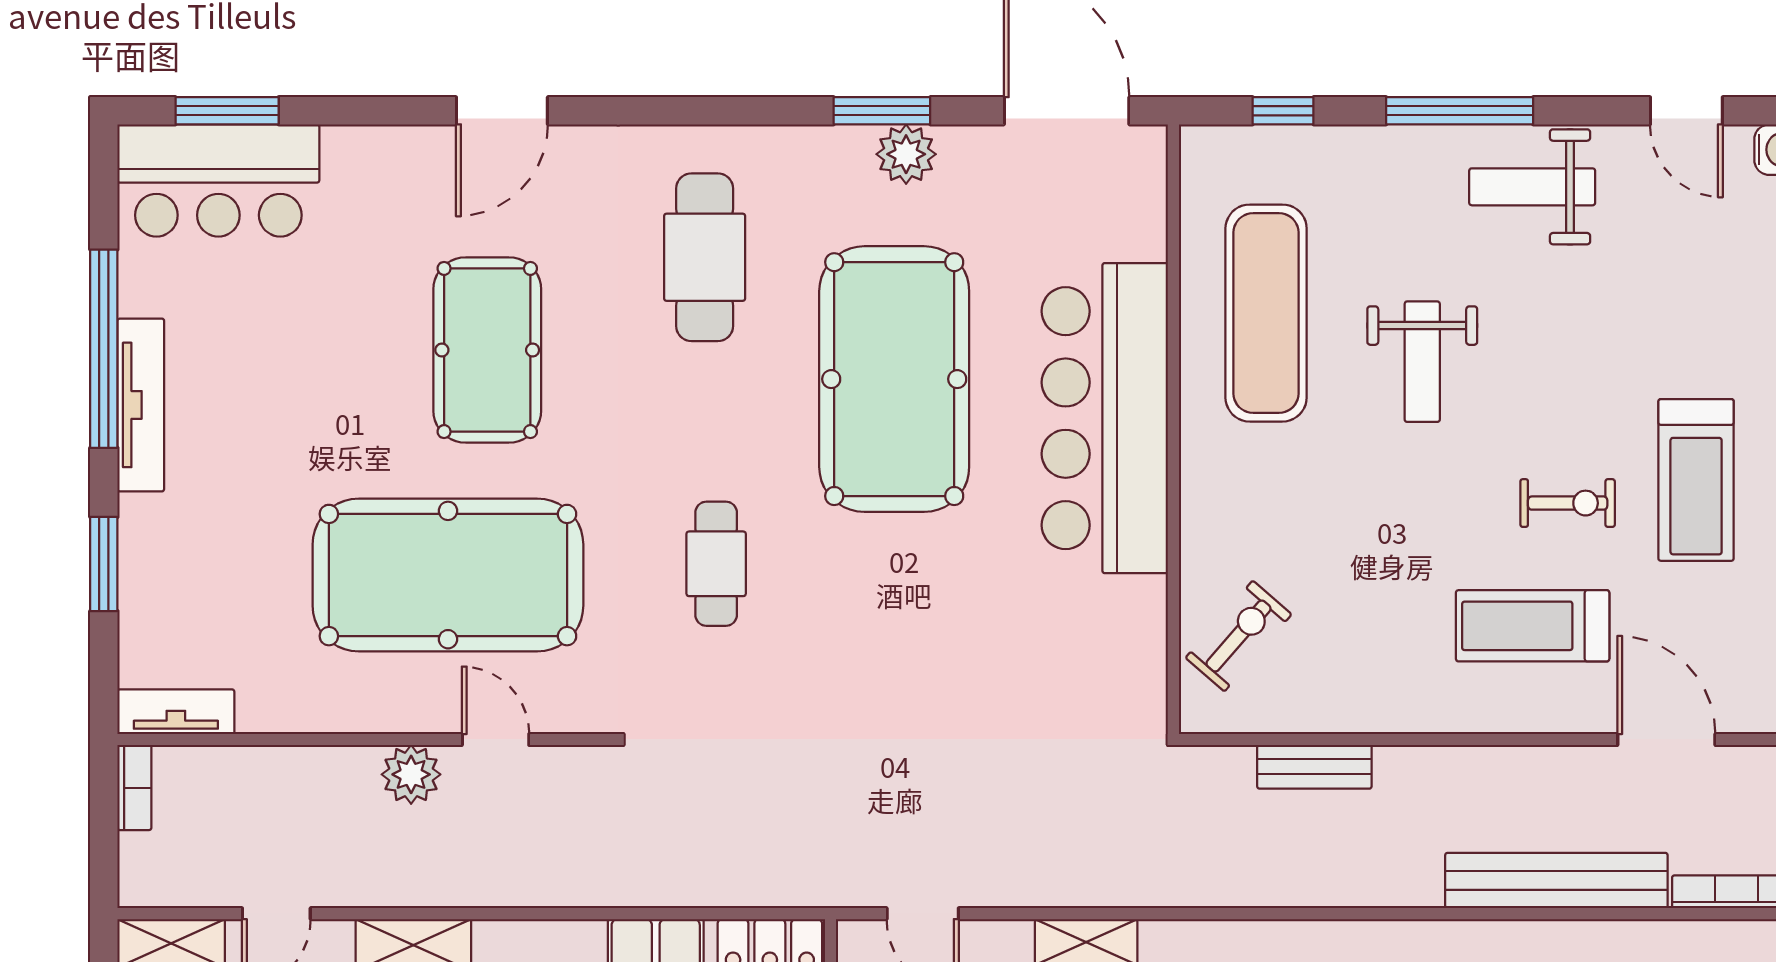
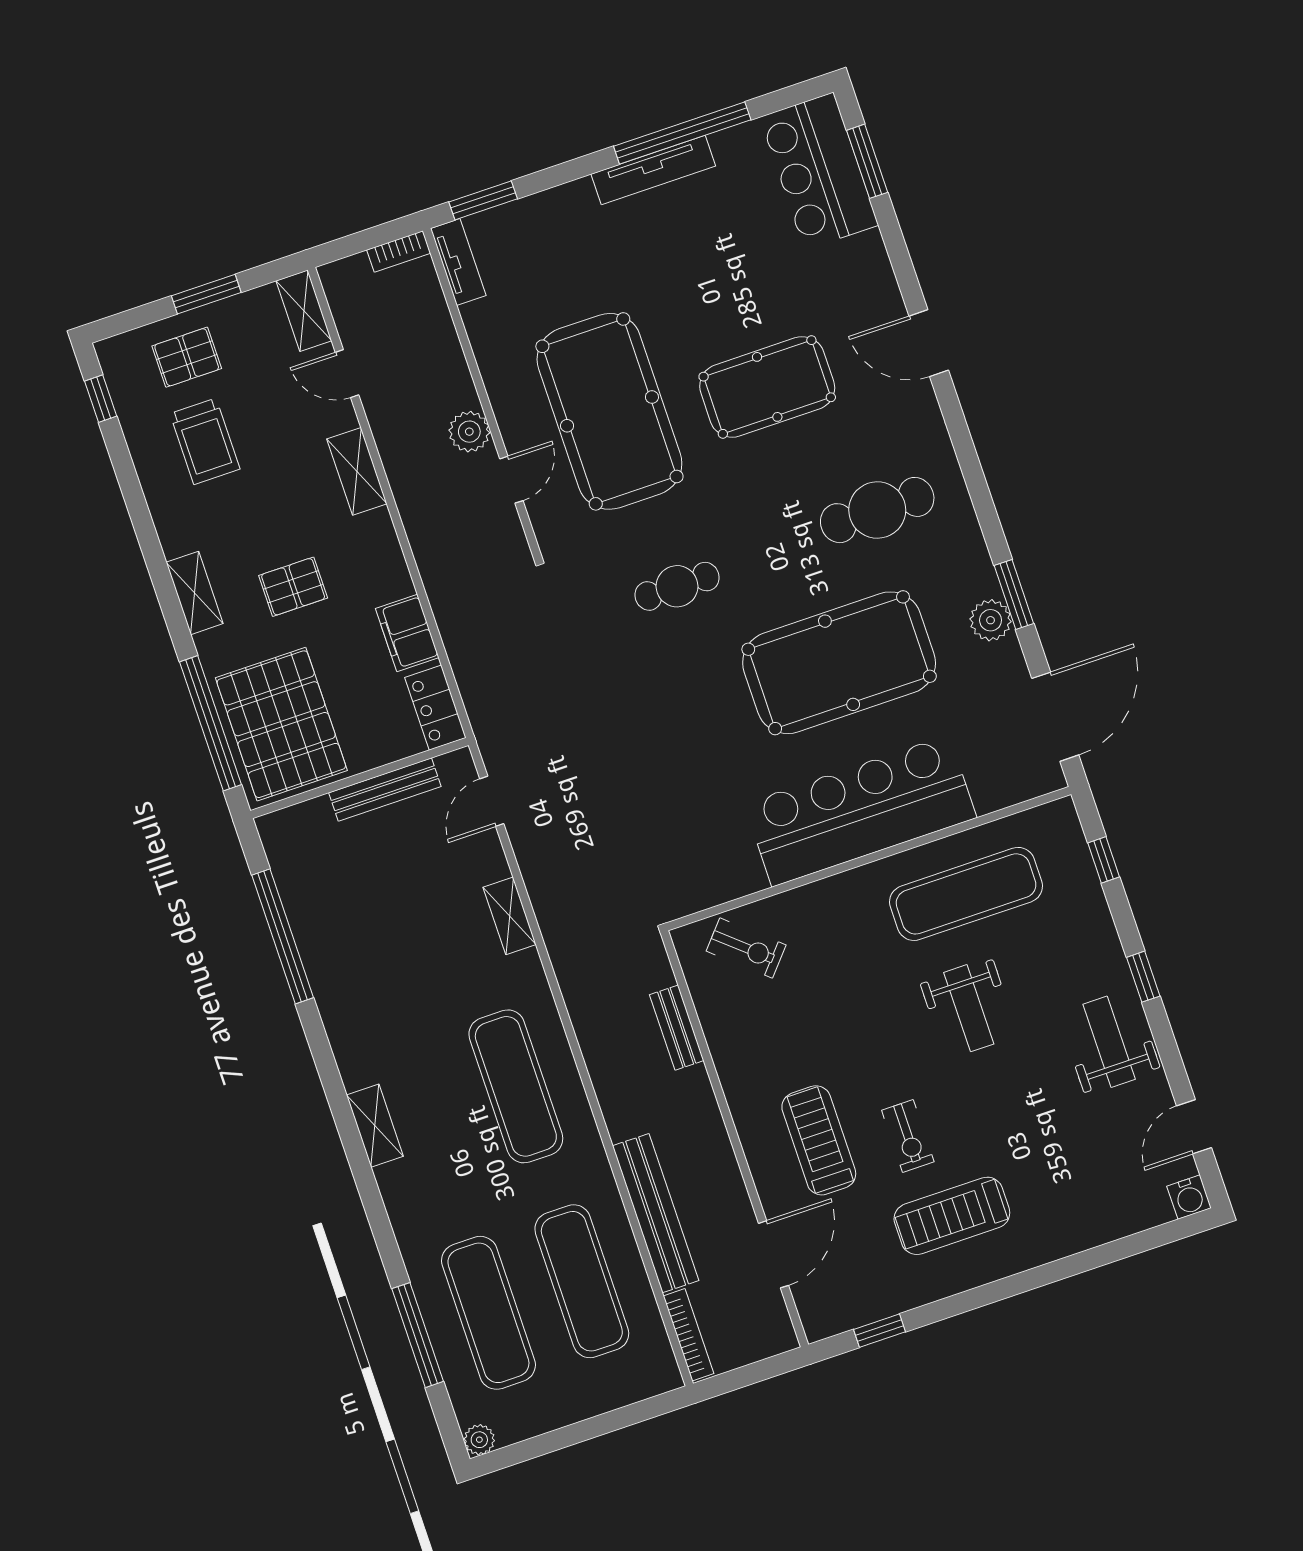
window: (1460, 111) -> (1143, 977), width x0.46
weight bench: (1422, 362) -> (969, 1008), turned -90
window: (104, 564) -> (483, 200), moved

